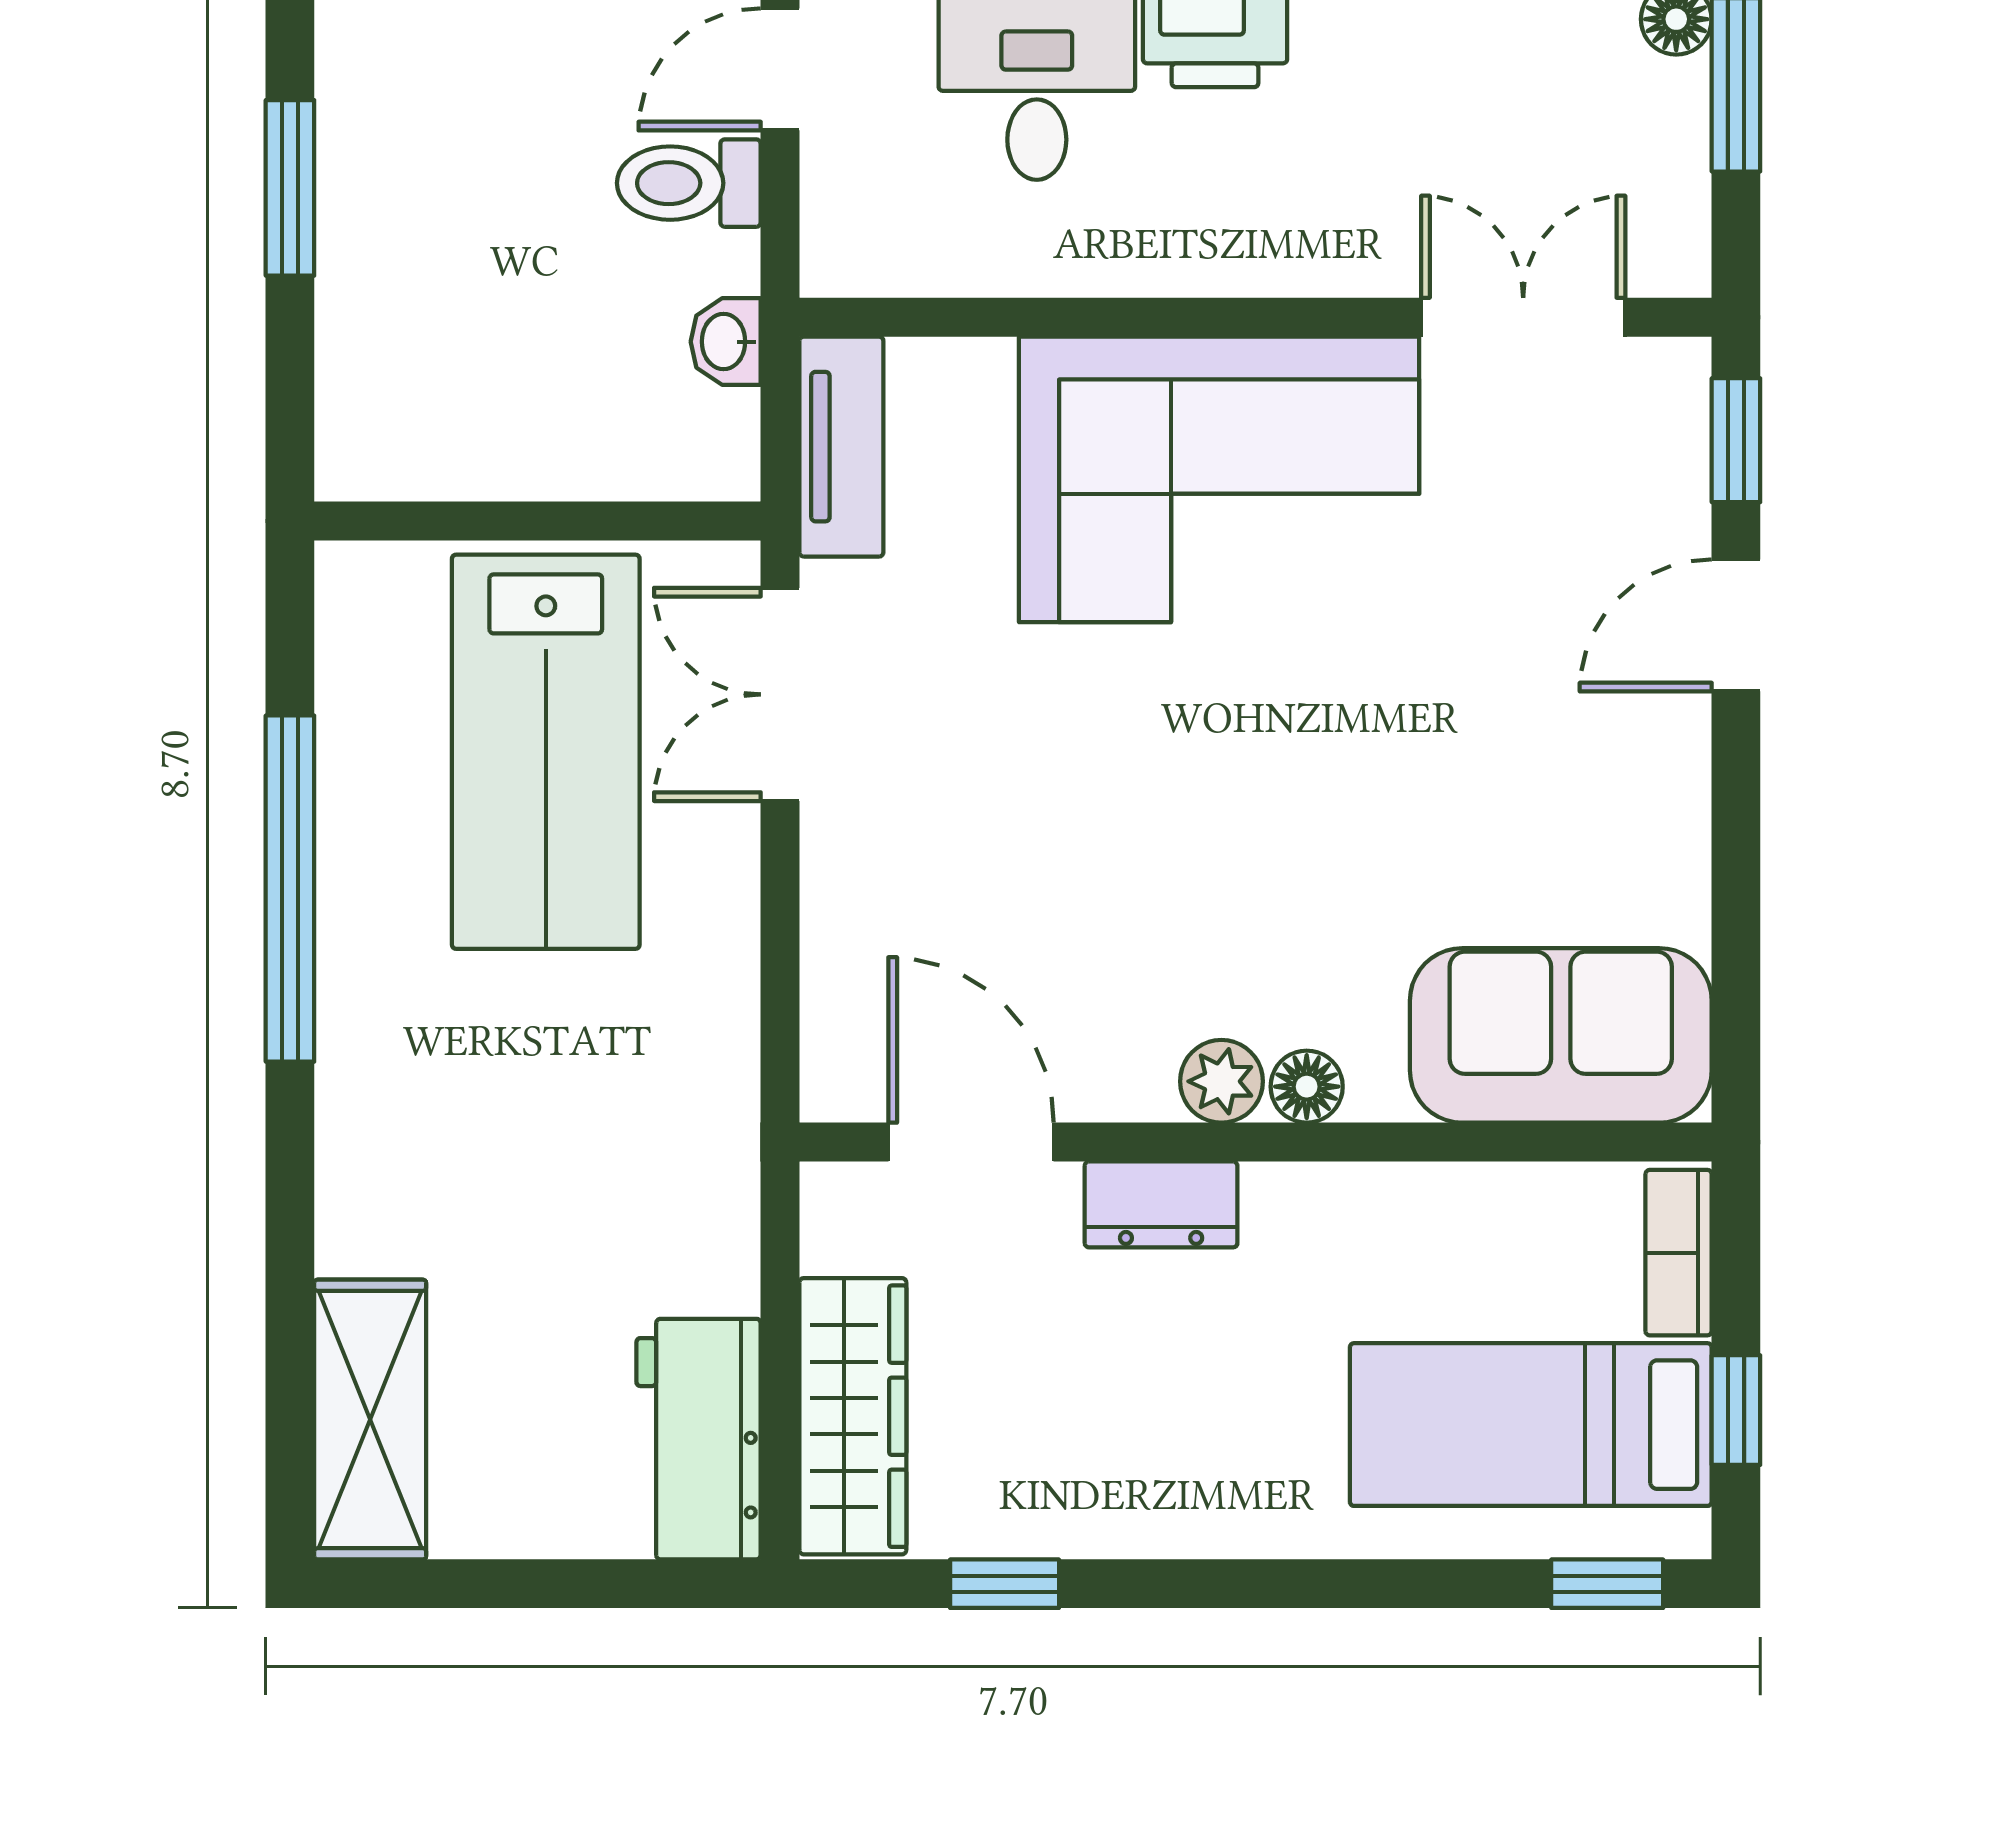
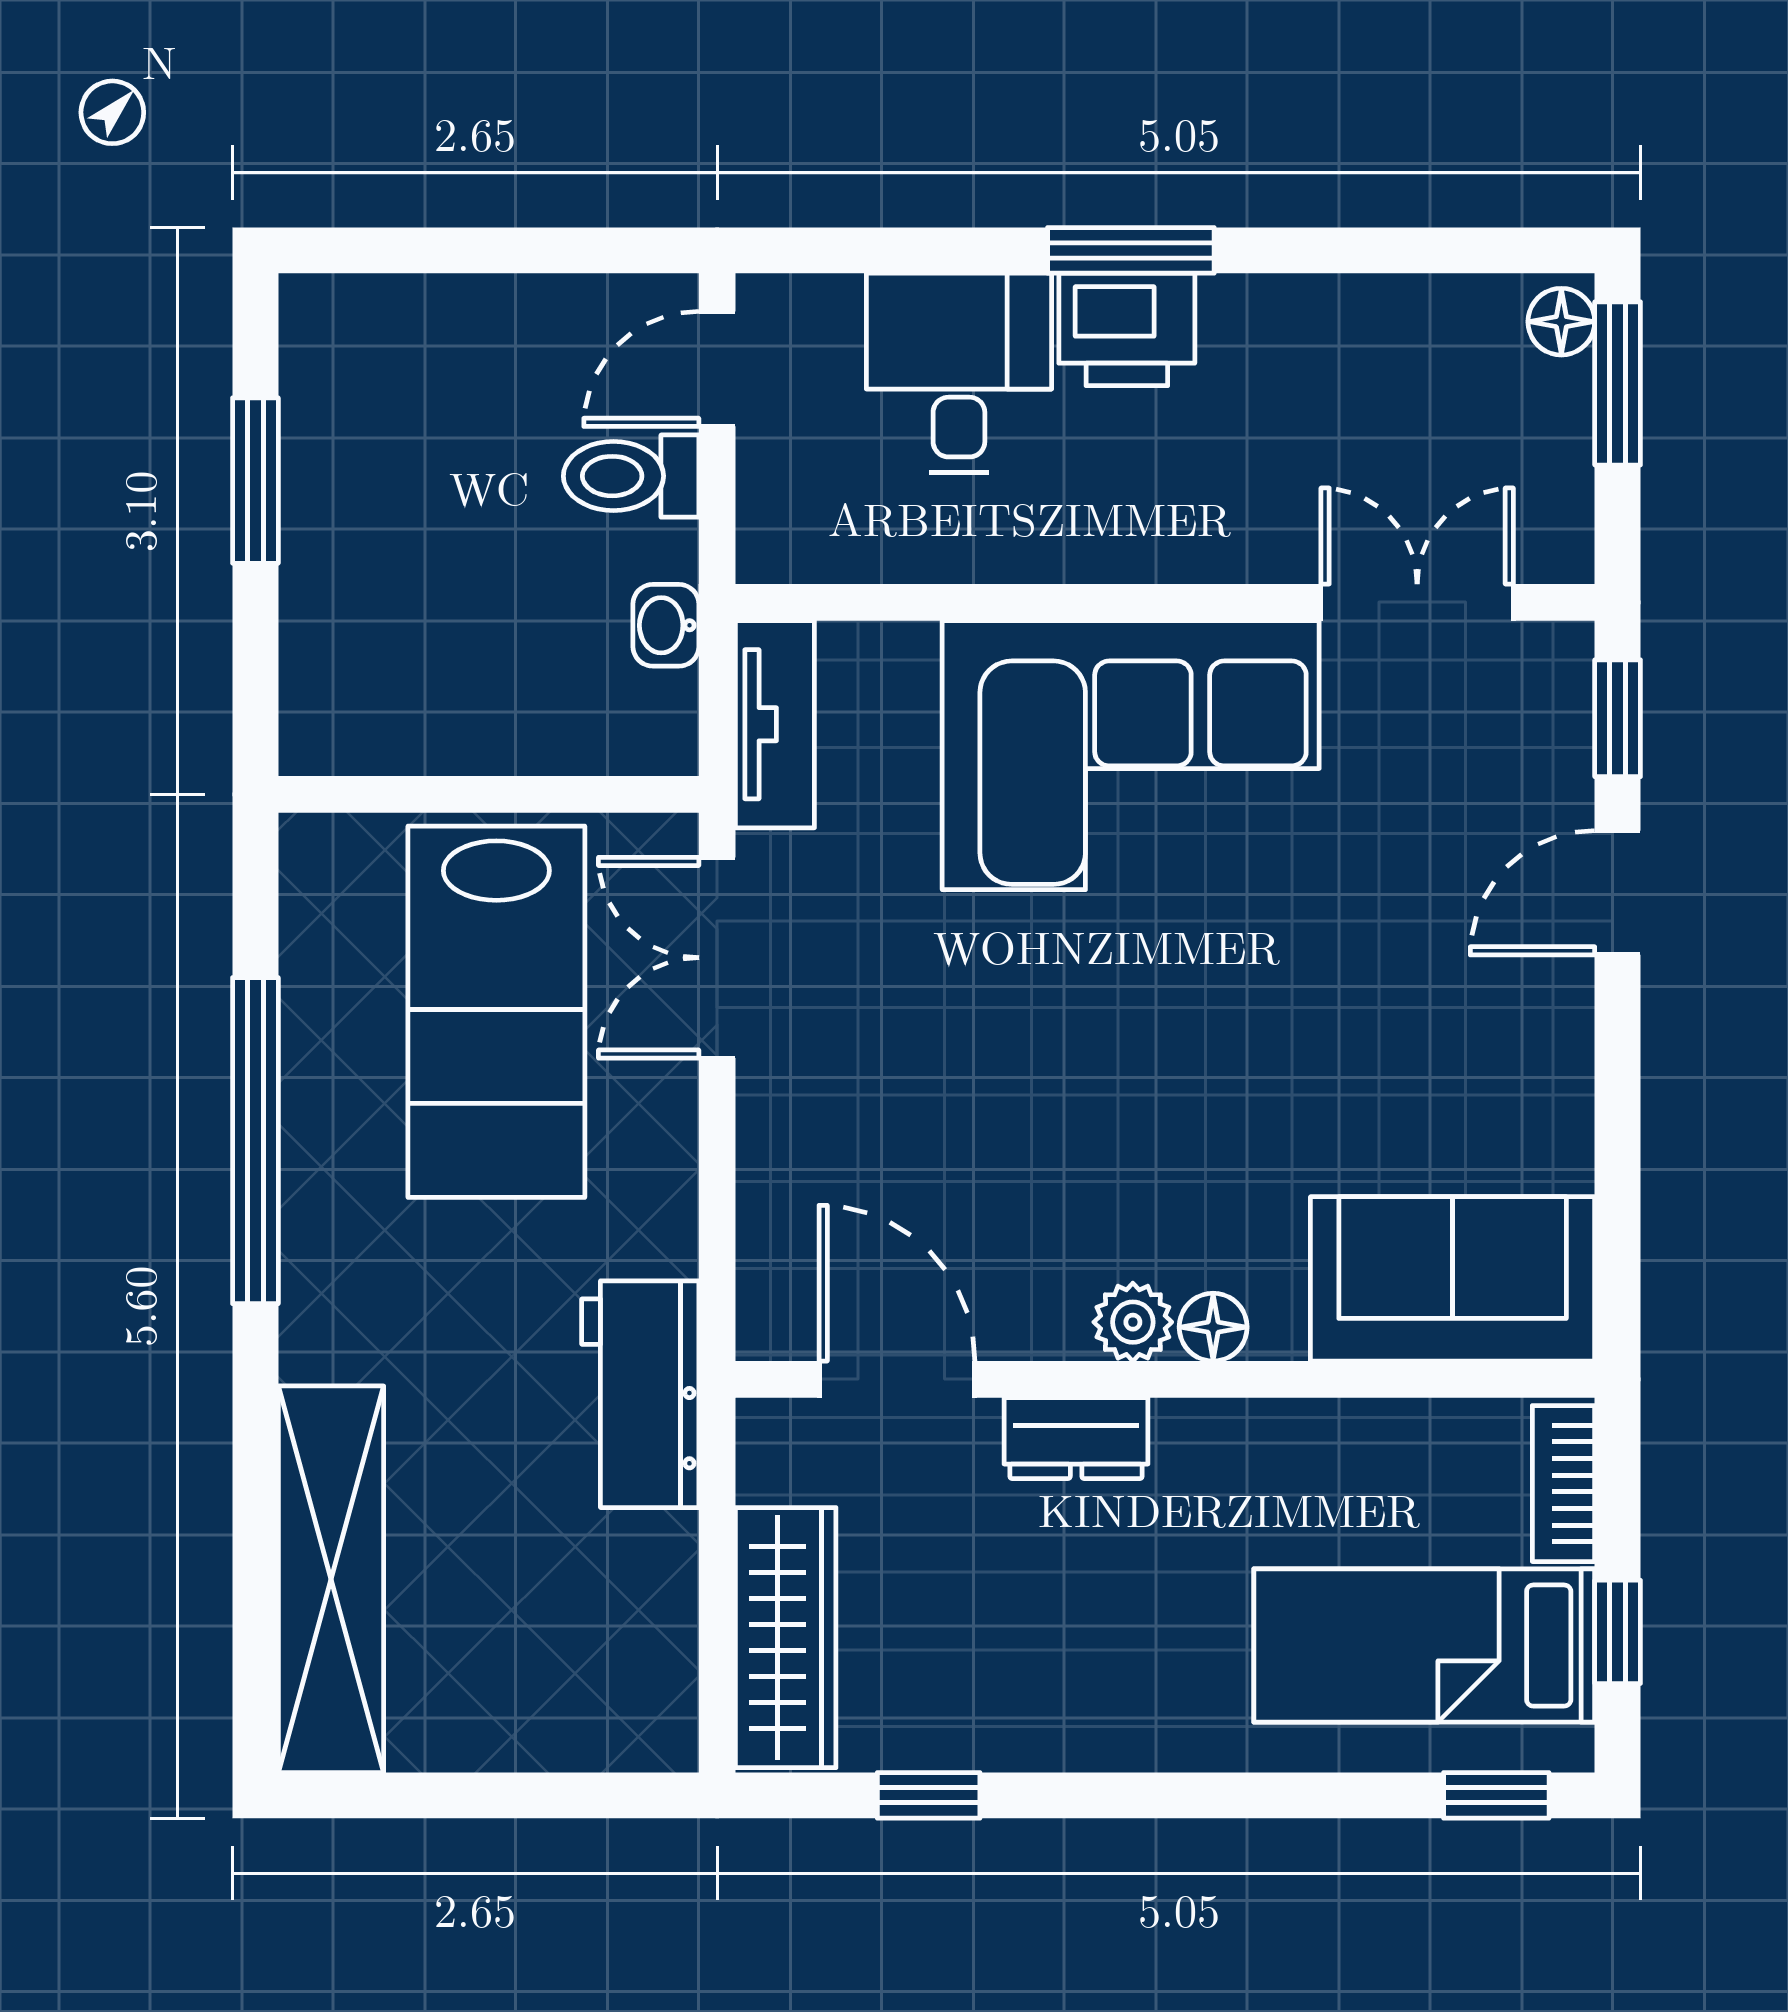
shelving: (370, 1420) -> (331, 1579), width x1.47
workbench: (698, 1439) -> (640, 1394), moved

